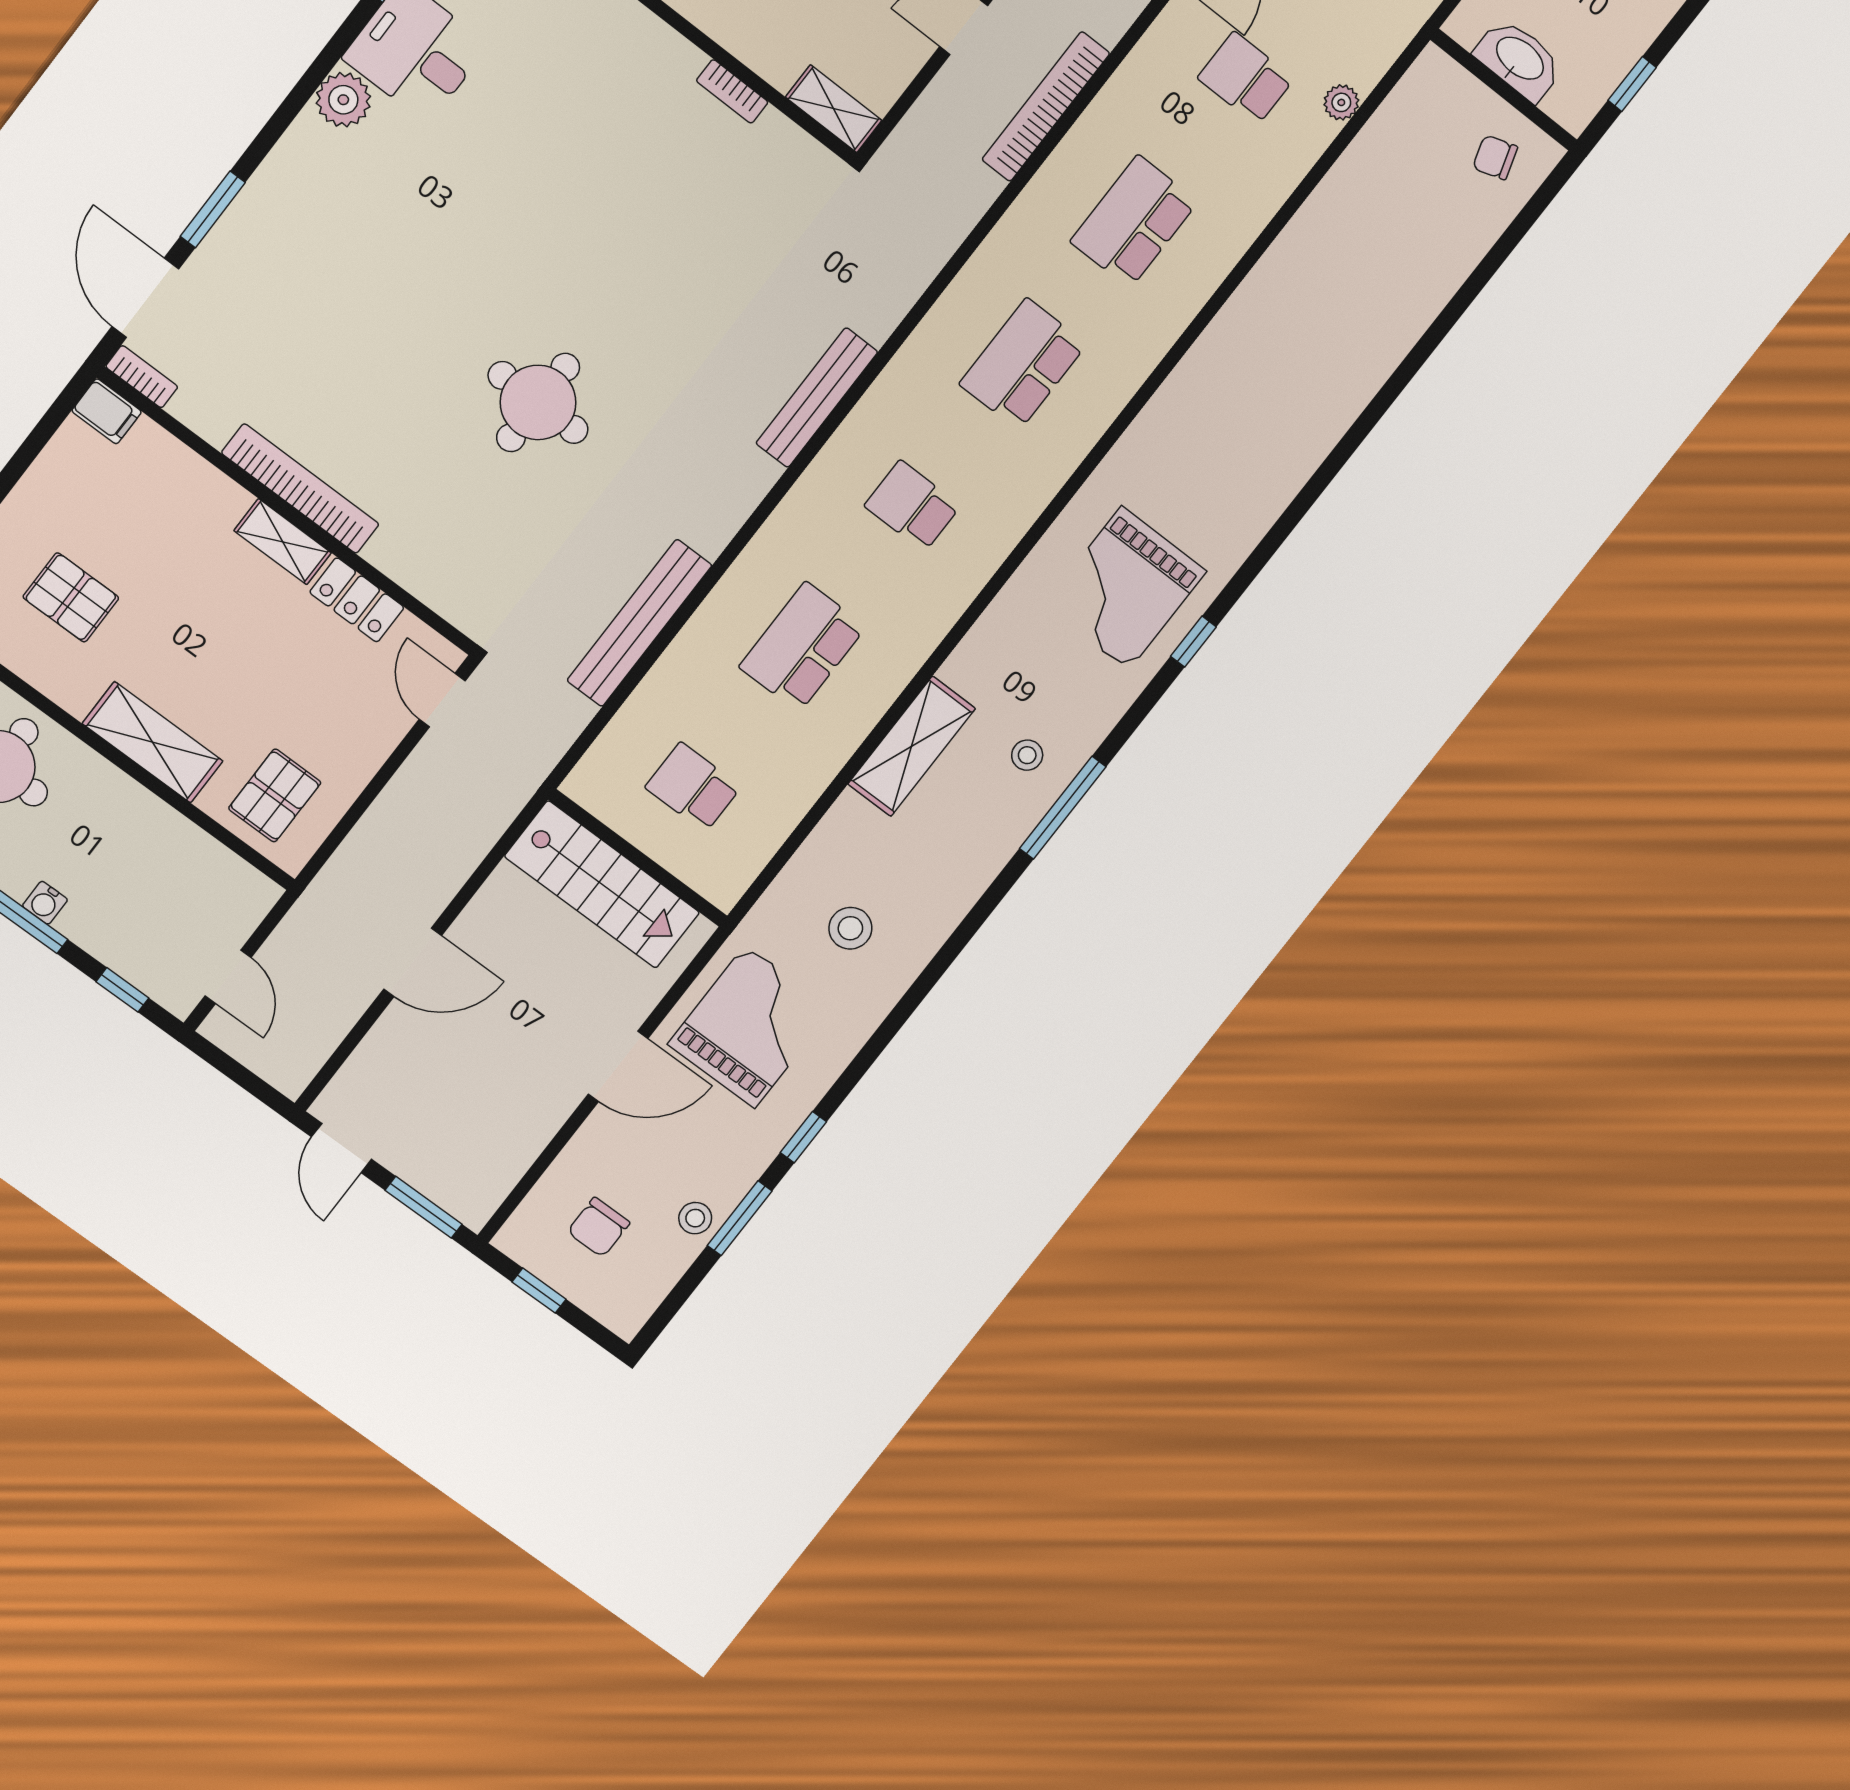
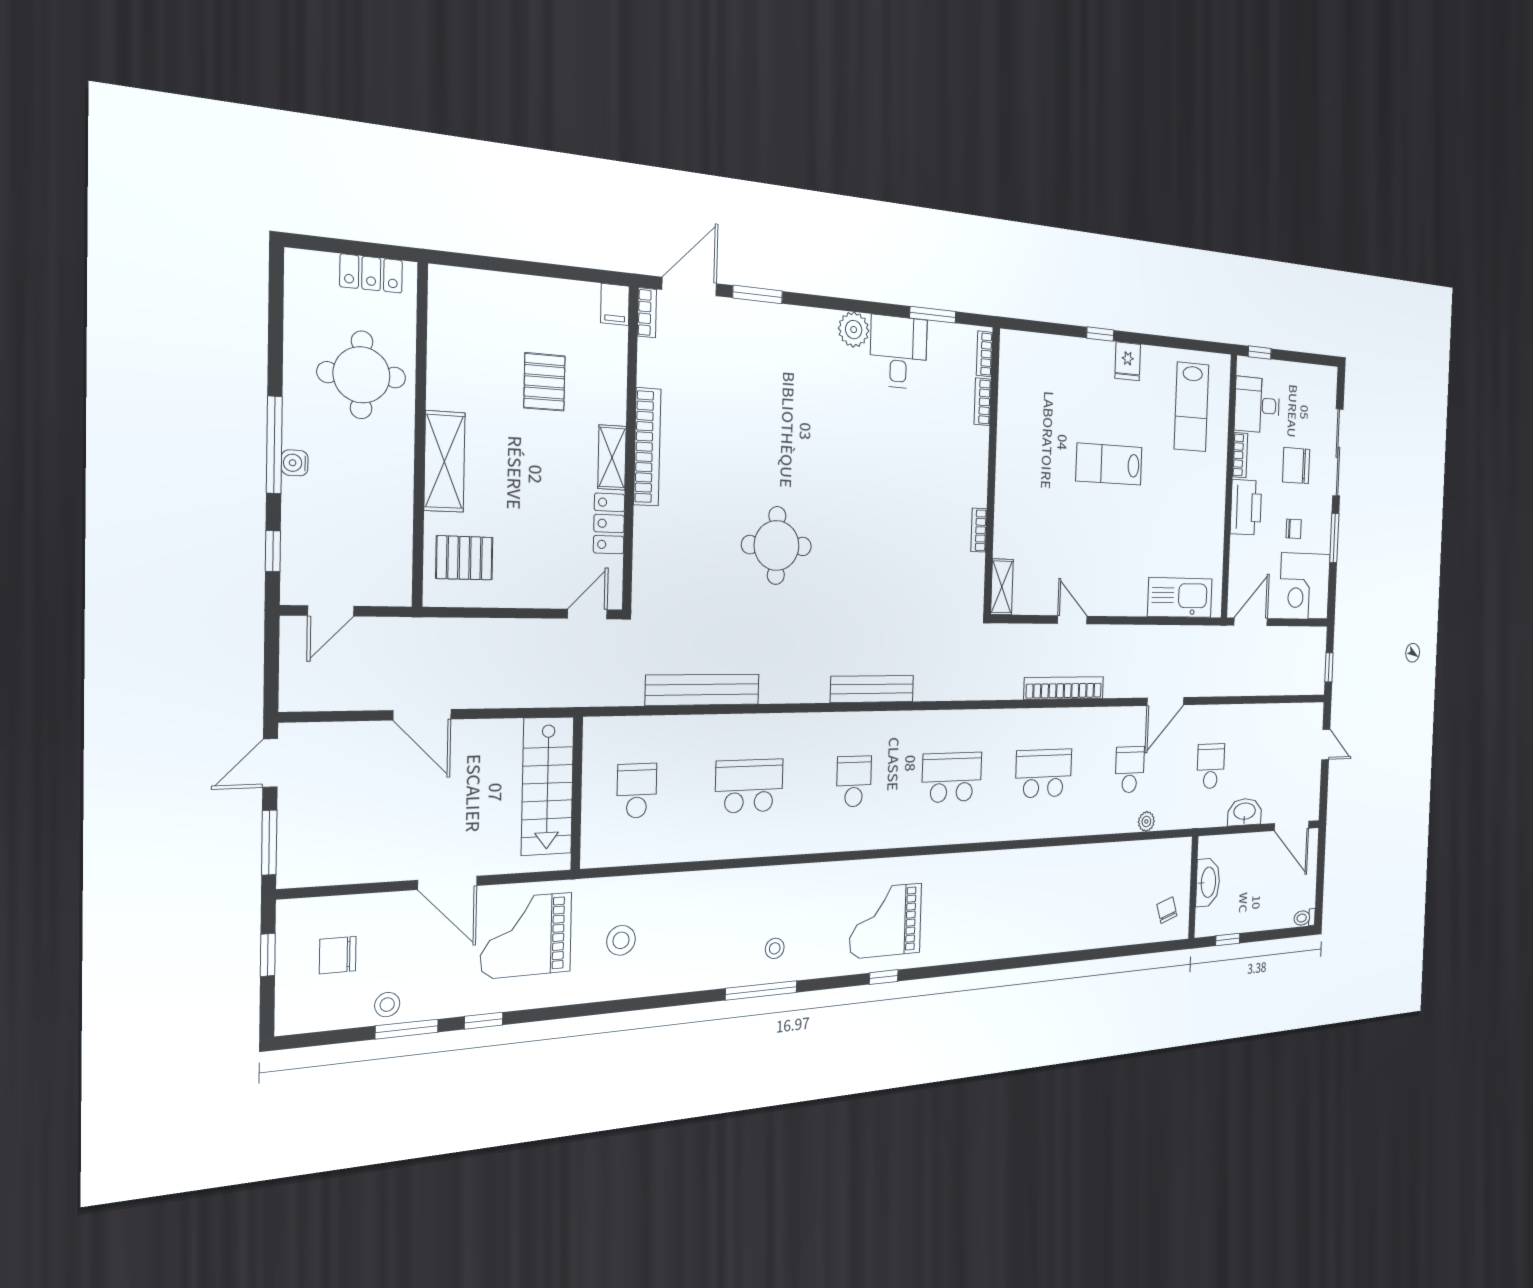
pallet: (71, 597) -> (544, 382), moved
shelving: (912, 746) -> (738, 886), removed
grand piano: (750, 1027) -> (526, 936), turned 180

